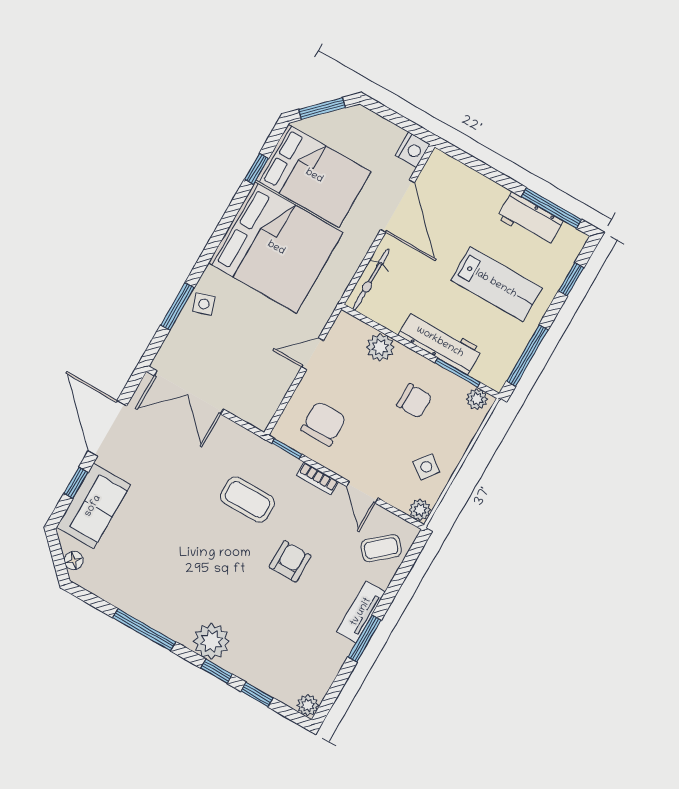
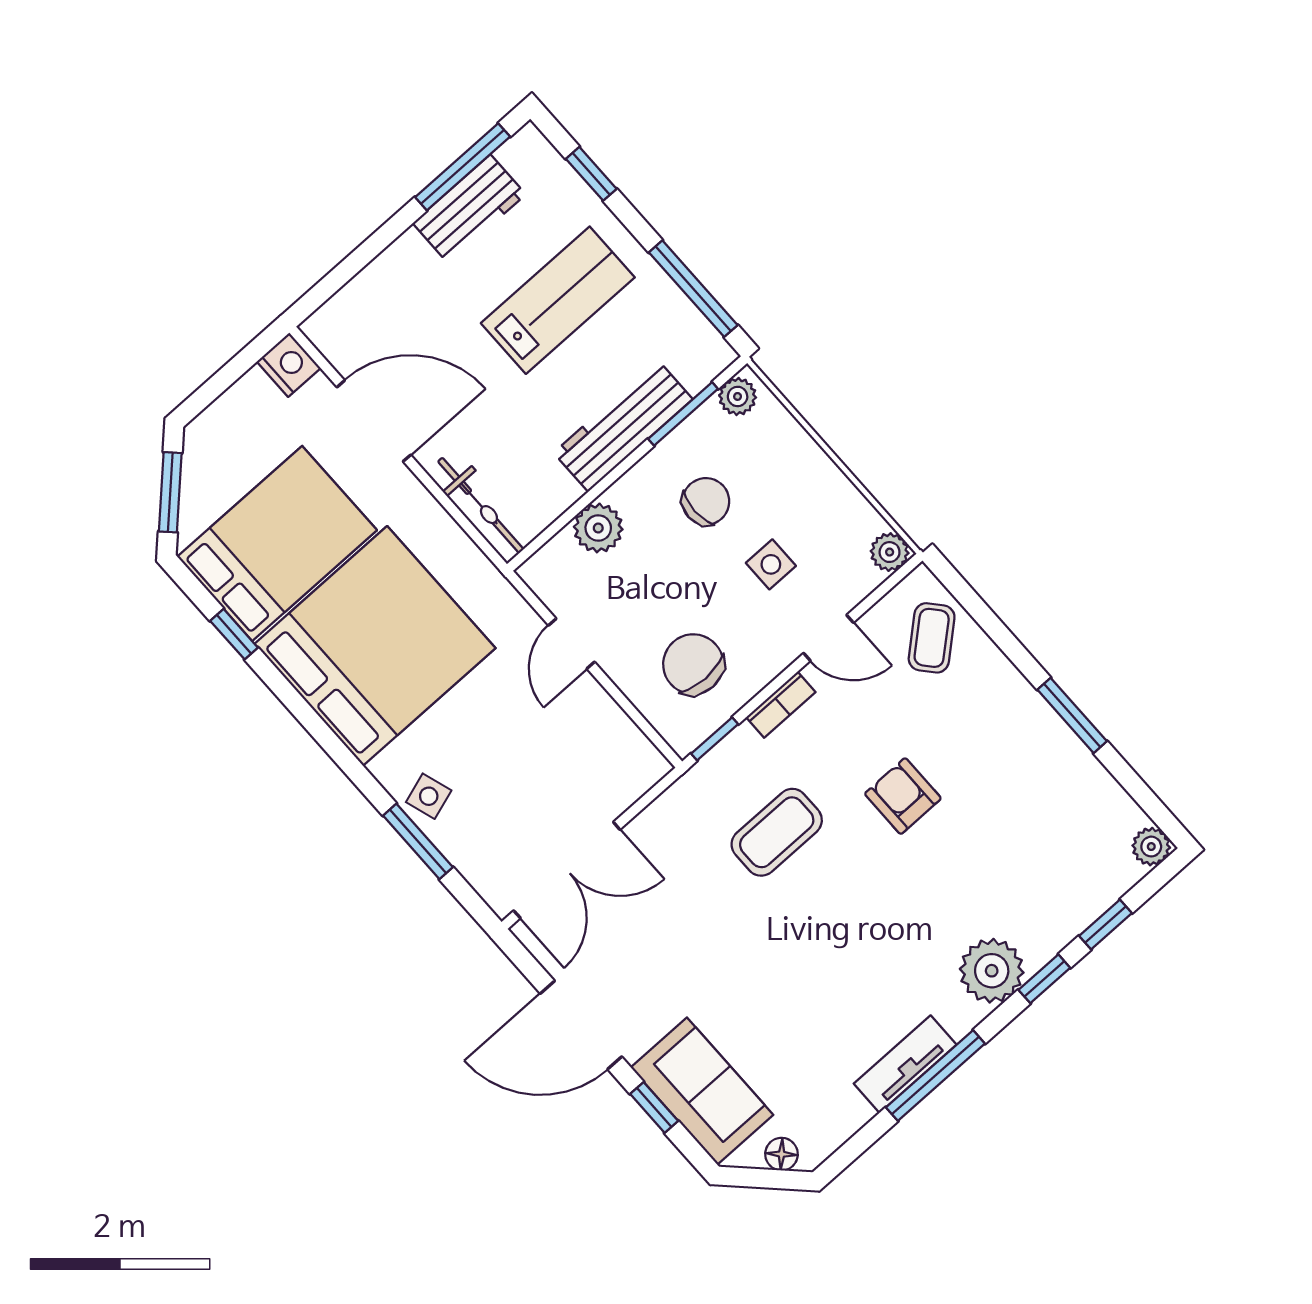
side table: (426, 467) -> (771, 564), moved, turned -36
tv unit: (361, 612) -> (905, 1064), moved, turned 90

